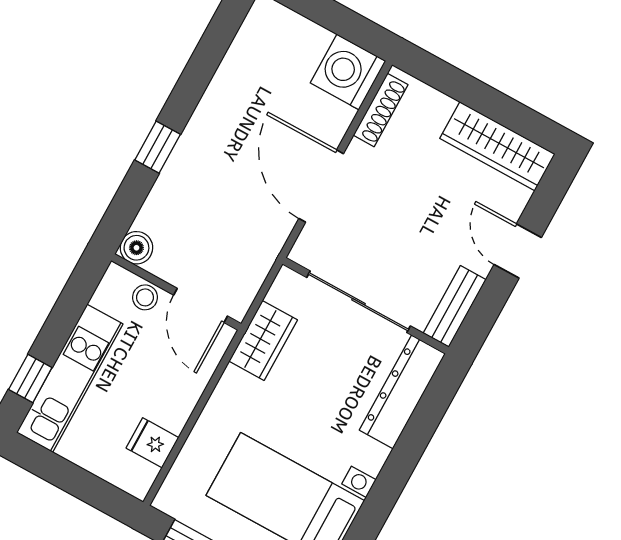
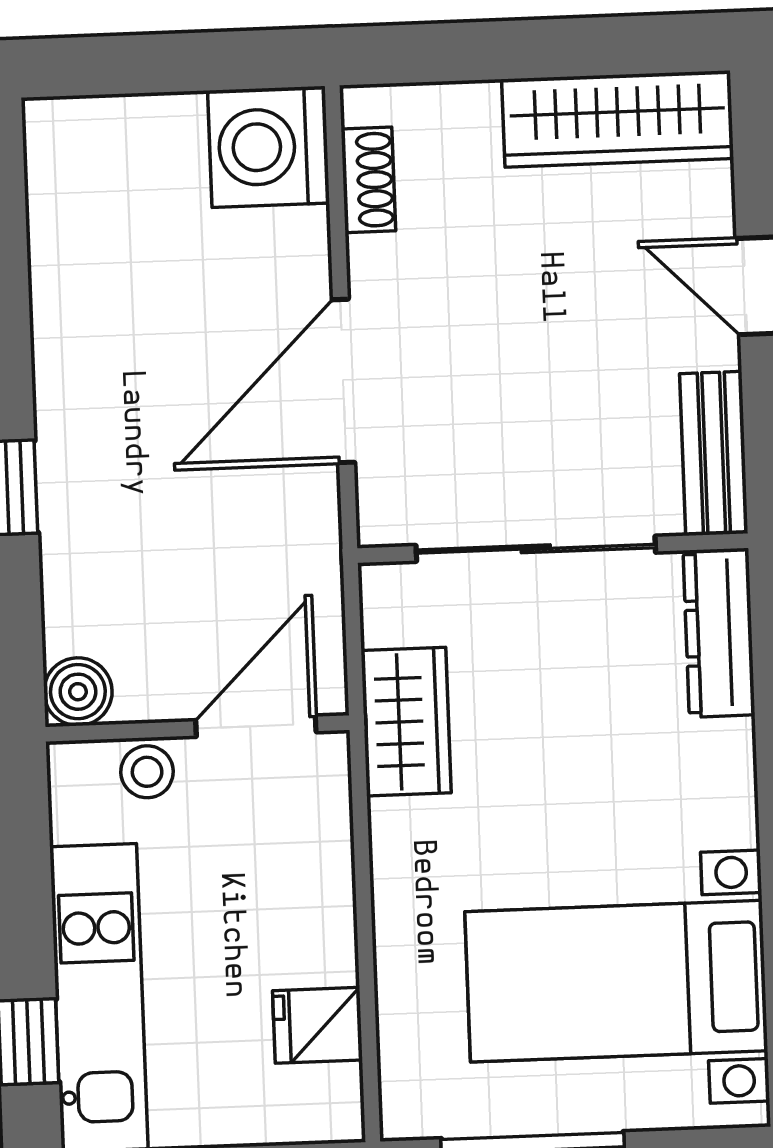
shoe rack: (381, 110) -> (368, 180), width x0.70
door: (321, 186) -> (344, 381), hinge flipped
door: (201, 305) -> (256, 726), swing flipped
dresser: (402, 392) -> (719, 633), width x0.73, depth x0.80

